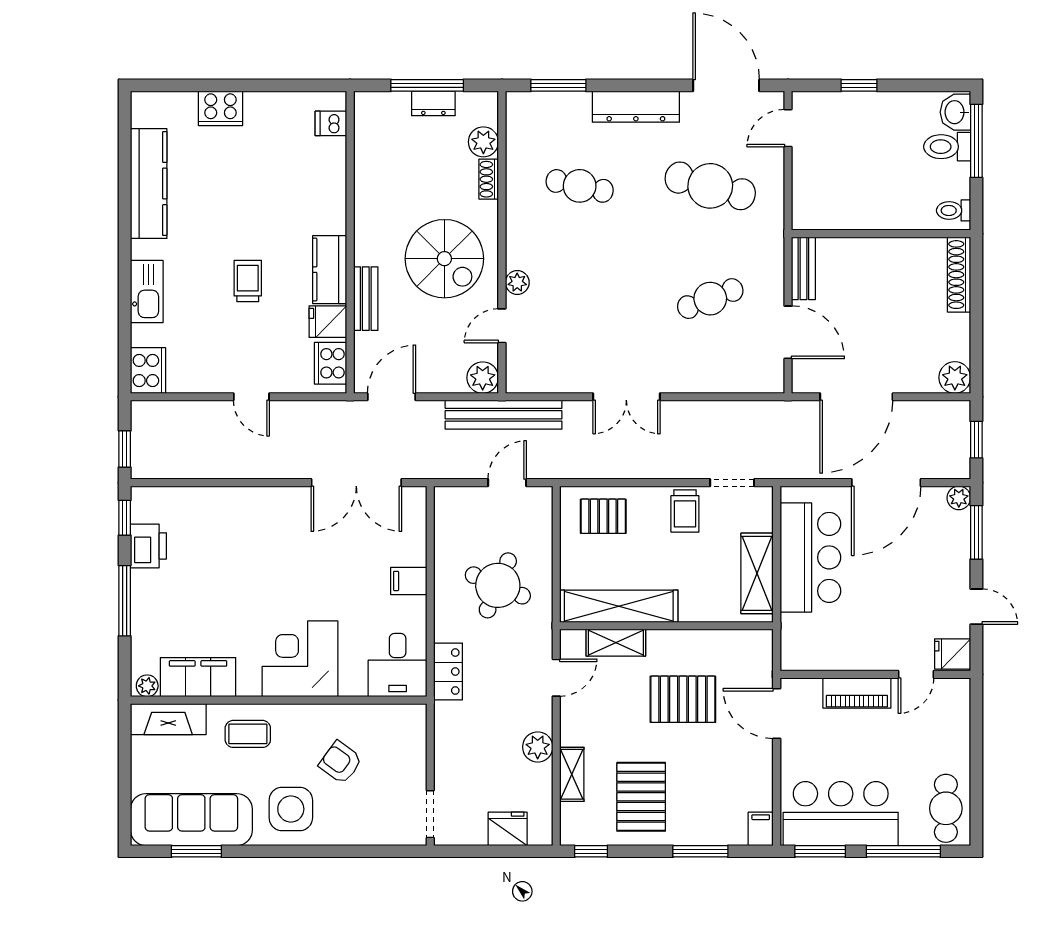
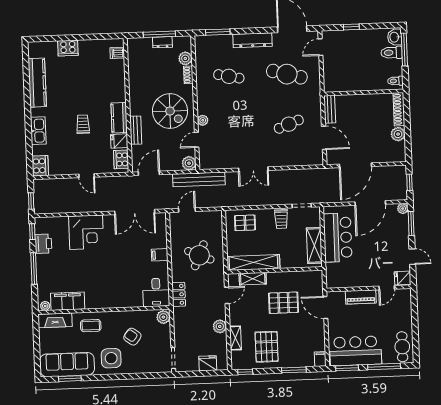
plant: (955, 378) -> (398, 134), moved
door: (507, 483) -> (187, 210), moved
corner desk: (300, 659) -> (86, 232), moved, turned 180
plant: (412, 721) -> (163, 317), added

